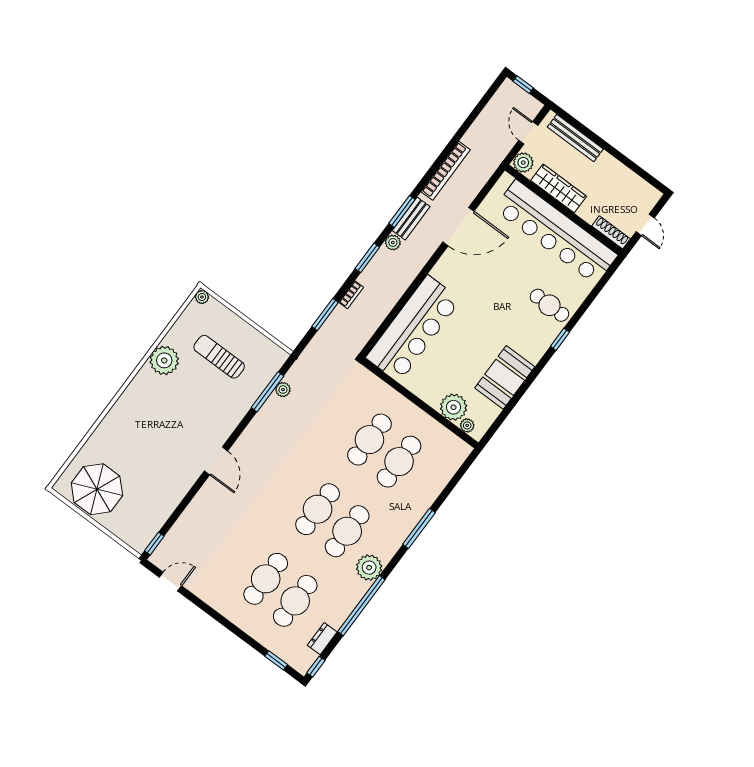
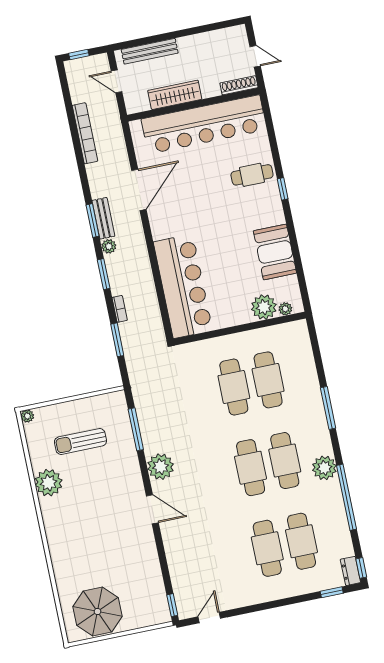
plant: (523, 163) -> (134, 104), removed
bookcase: (446, 171) -> (85, 133), moved
plant: (283, 390) -> (161, 467), moved, width x1.87, depth x1.87
dresser: (322, 639) -> (350, 571), moved

